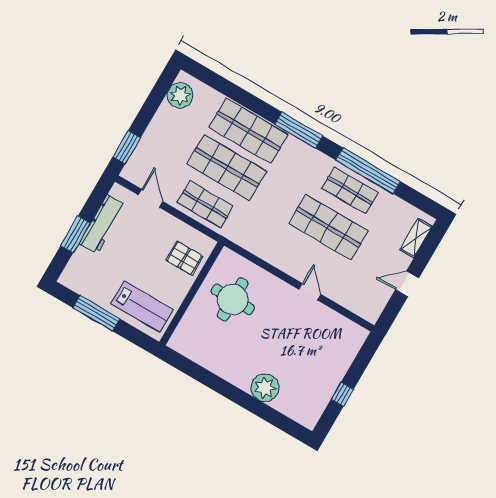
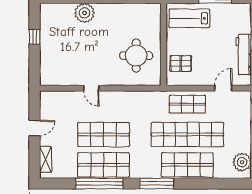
shop shelf: (227, 168) -> (187, 135), width x1.40
shop shelf: (350, 190) -> (104, 165), width x1.43, depth x1.36
door: (151, 198) -> (223, 88), swing flipped

